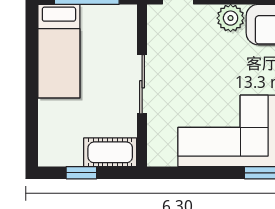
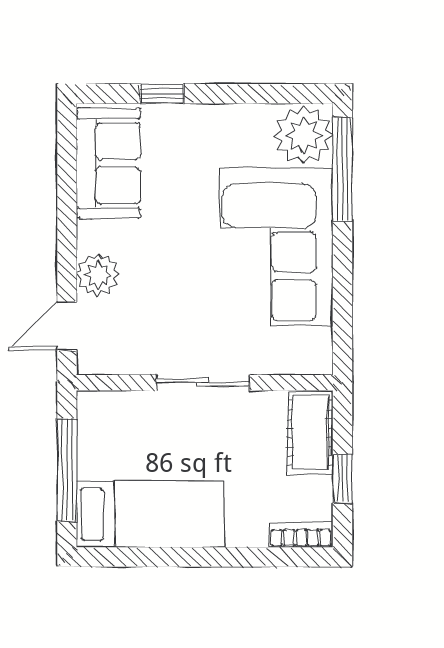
plant: (231, 18) -> (98, 275), moved
bookcase: (46, 147) -> (301, 535), added

